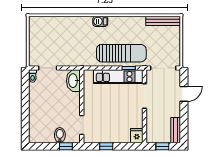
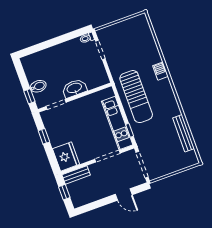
barbecue: (100, 21) -> (160, 71), moved
bench: (163, 21) -> (184, 133), moved
sun lounger: (121, 53) -> (136, 97), moved
washbasin: (73, 81) -> (74, 88), moved
bench: (176, 130) -> (76, 175), moved
fridge: (137, 136) -> (66, 157), width x1.88, depth x1.34

